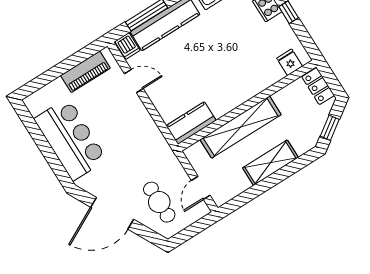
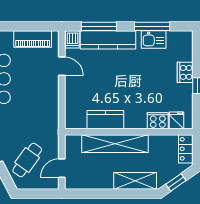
cooker: (270, 75) -> (158, 121), added
kitchen counter: (191, 123) -> (105, 120), moved
shelving: (270, 163) -> (135, 181), moved
cafe table: (159, 202) -> (27, 160), turned 36

